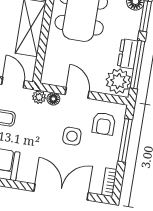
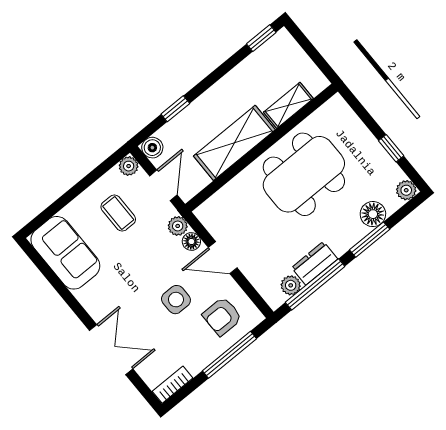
plant: (118, 81) -> (291, 285), width x0.53, depth x0.53
door: (77, 93) -> (223, 258), swing flipped
double door: (61, 192) -> (111, 350), width x0.73

